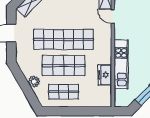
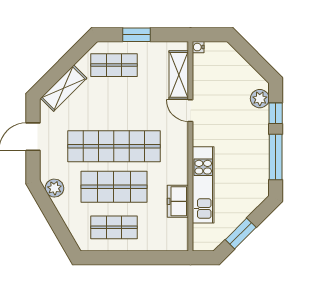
plant: (34, 81) -> (54, 188), moved

